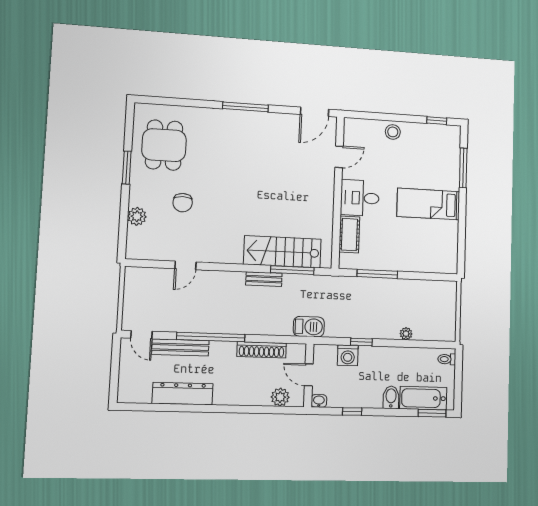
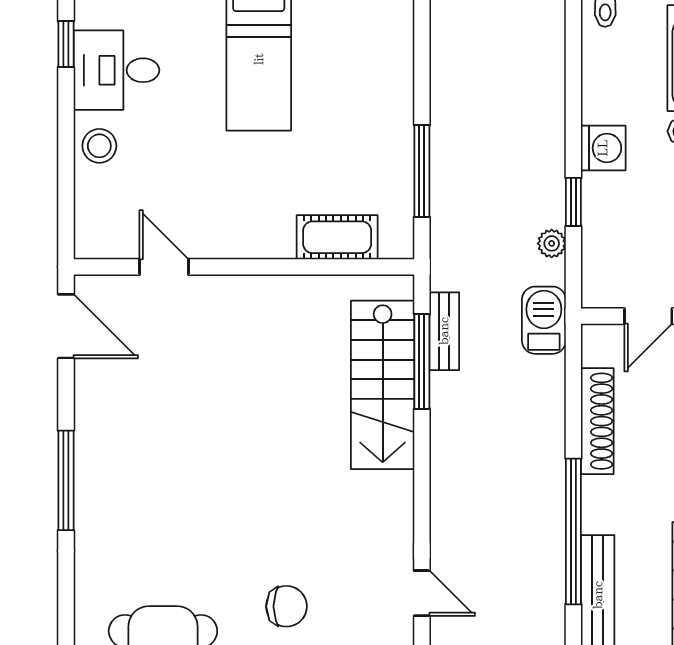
desk: (360, 198) -> (116, 70), moved, turned 90
bench: (264, 279) -> (444, 331), moved
plant: (406, 334) -> (552, 243), moved
washing machine: (348, 355) -> (603, 148), moved

